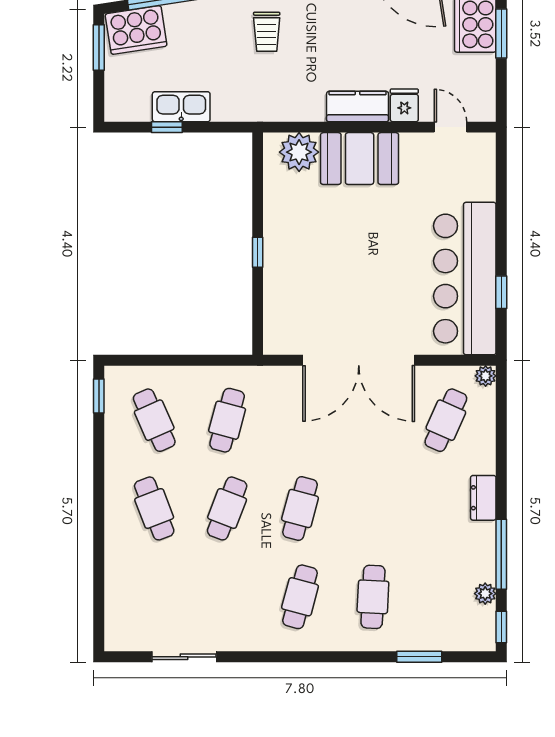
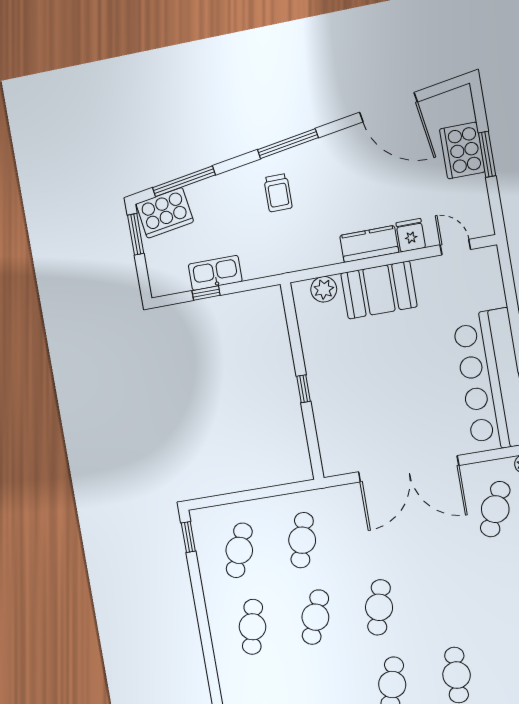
plant: (299, 152) -> (324, 289), width x0.73, depth x0.73
cafe table: (154, 420) -> (239, 550), turned 45
cafe table: (154, 508) -> (252, 627), turned 33

